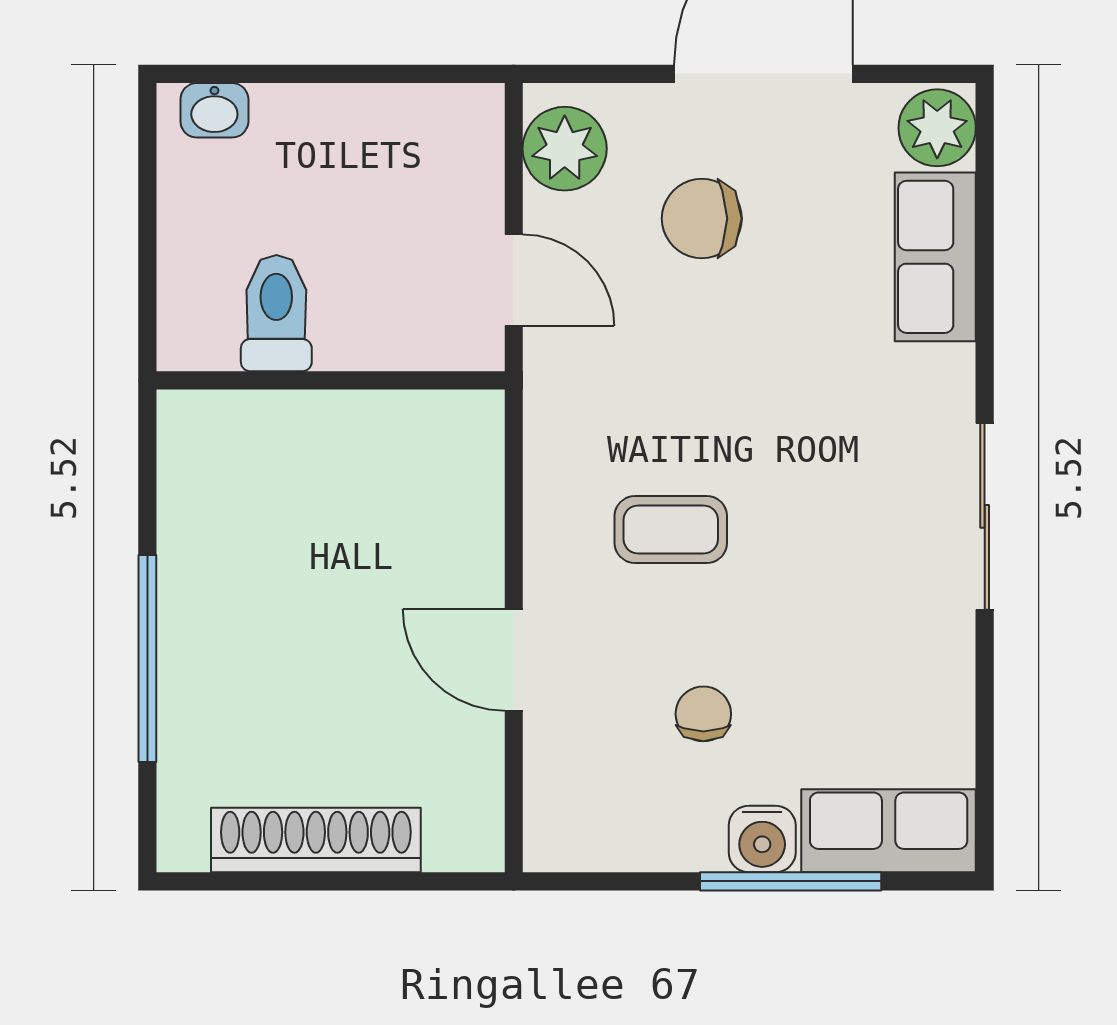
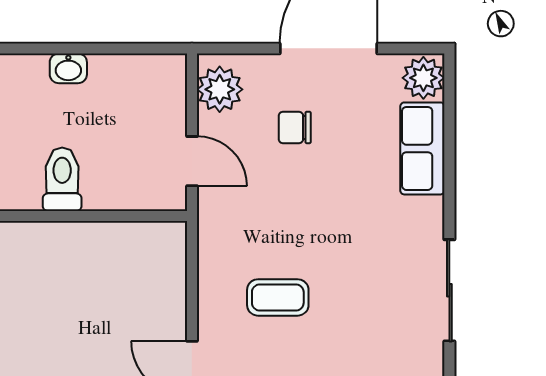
washbasin: (214, 110) -> (68, 68), moved
chair: (702, 219) -> (295, 127), width x0.73, depth x0.73

